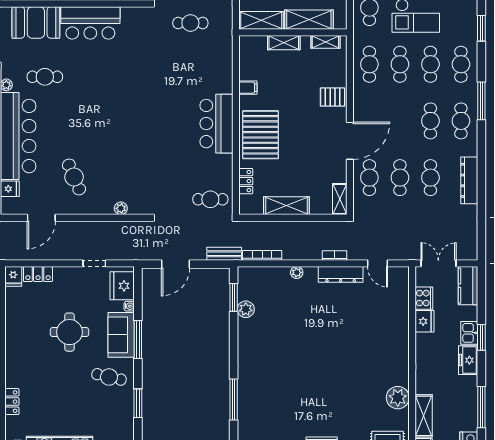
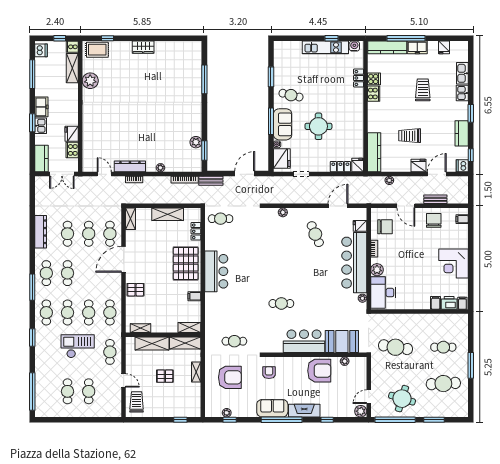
shelving: (284, 43) -> (189, 328), moved
cafe table: (45, 77) -> (281, 303), moved

